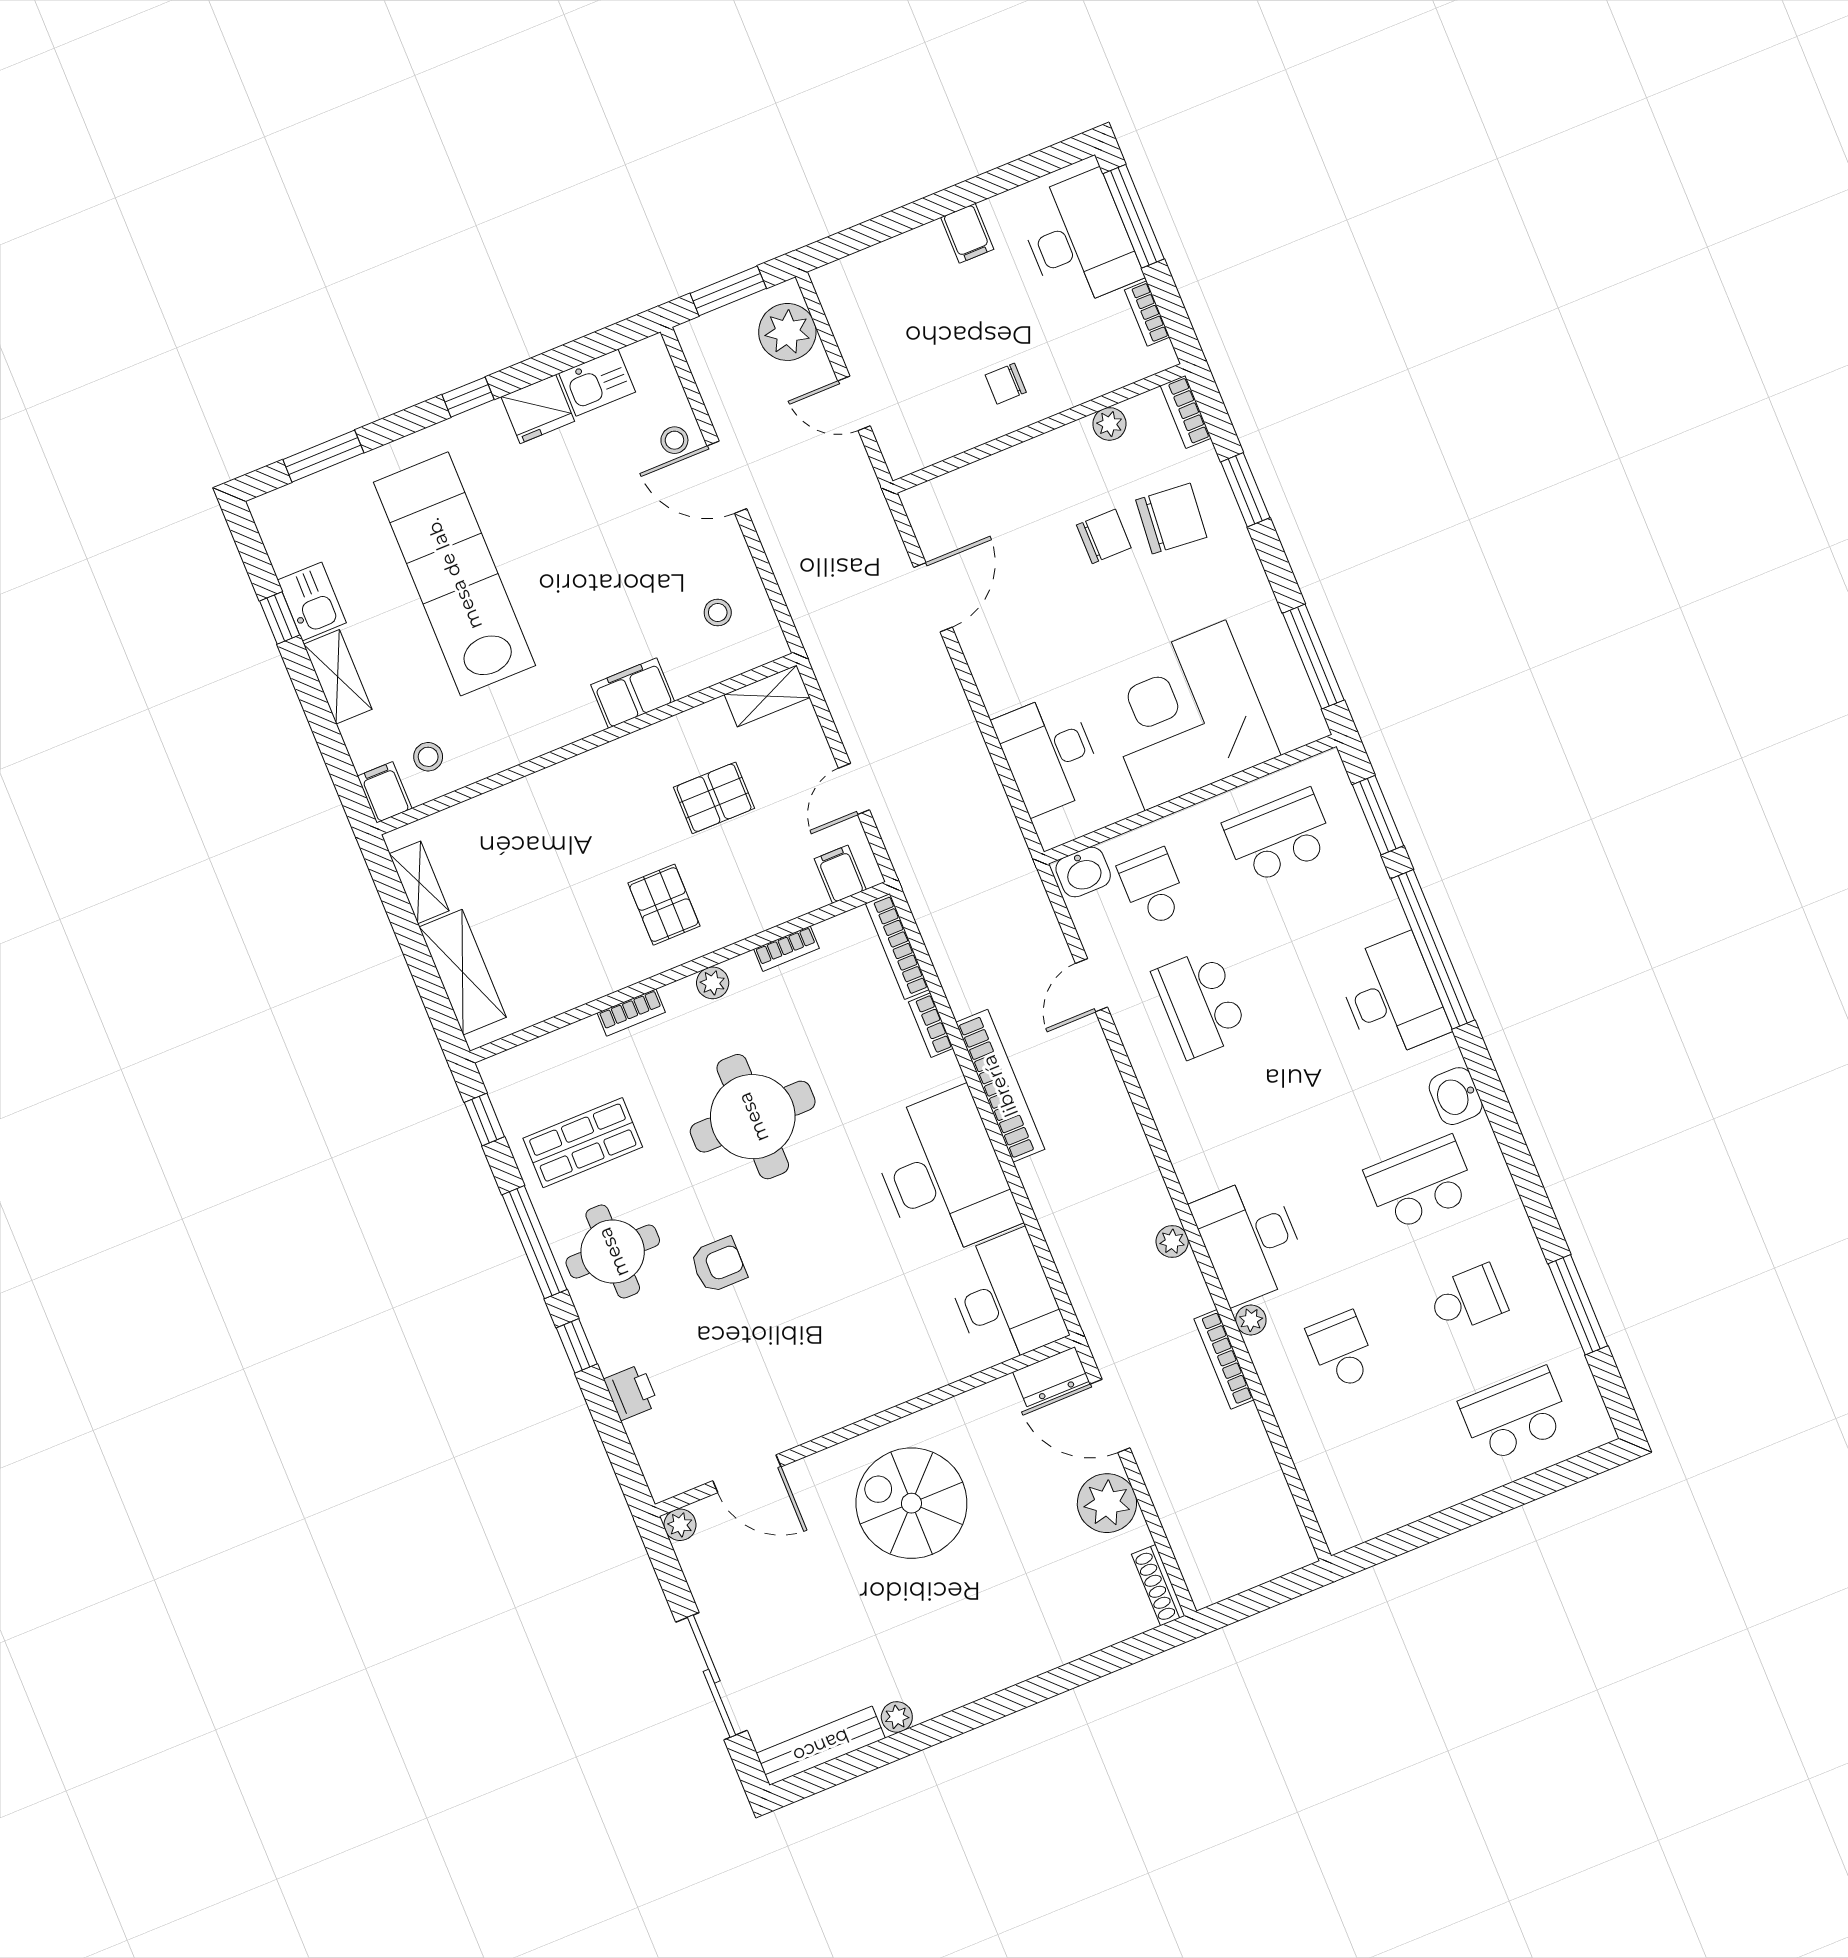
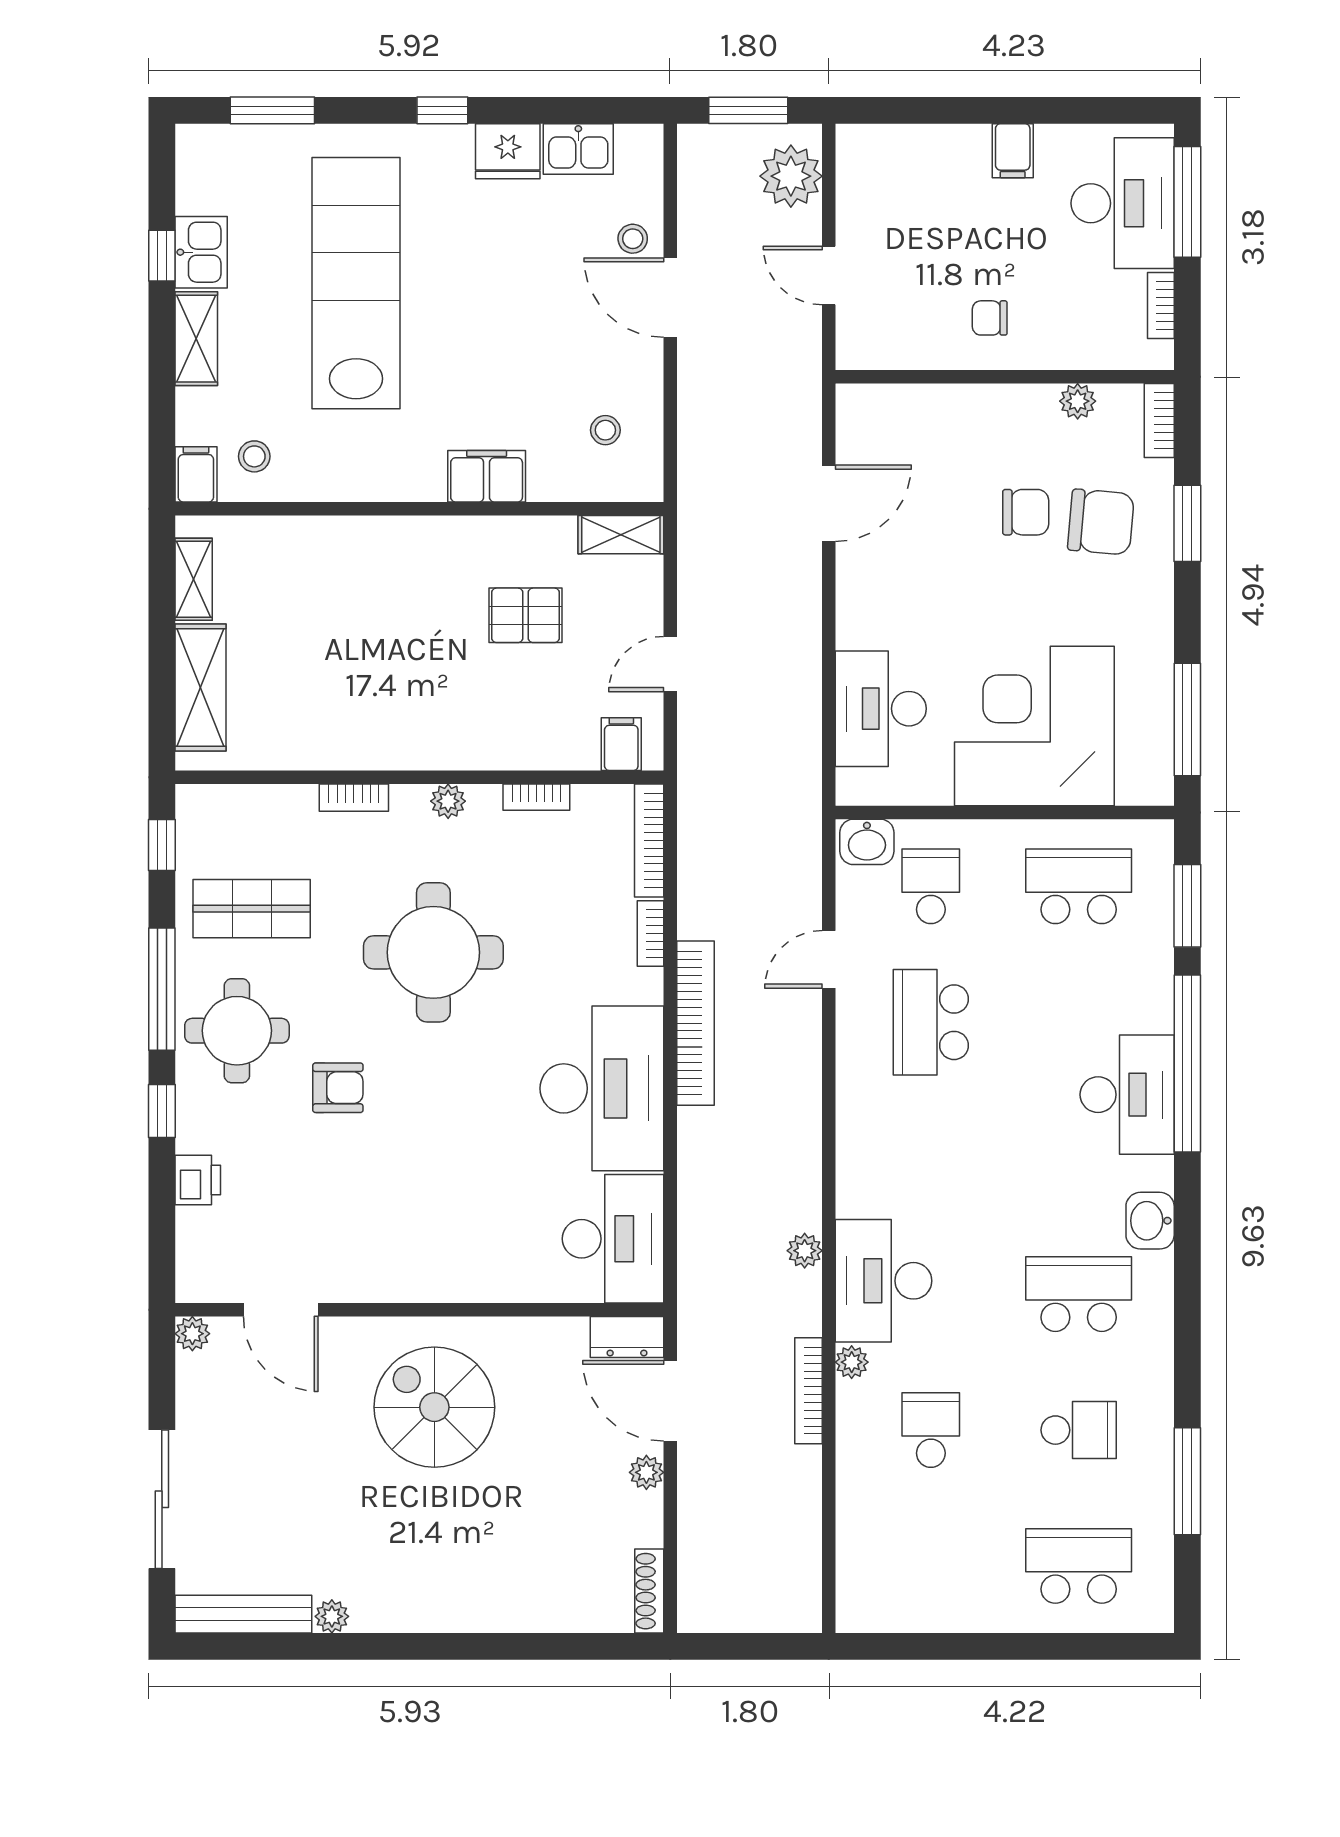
pallet: (664, 905) -> (431, 702), removed
plant: (1107, 1503) -> (646, 1472), width x0.53, depth x0.53

